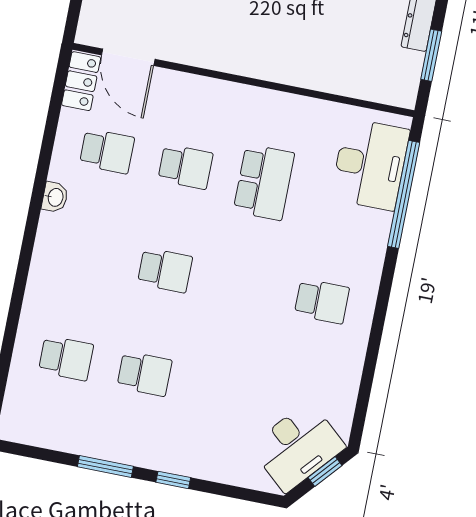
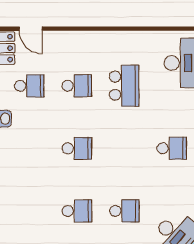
door: (128, 57) -> (31, 29), width x0.73
school desk: (66, 358) -> (124, 211), moved

